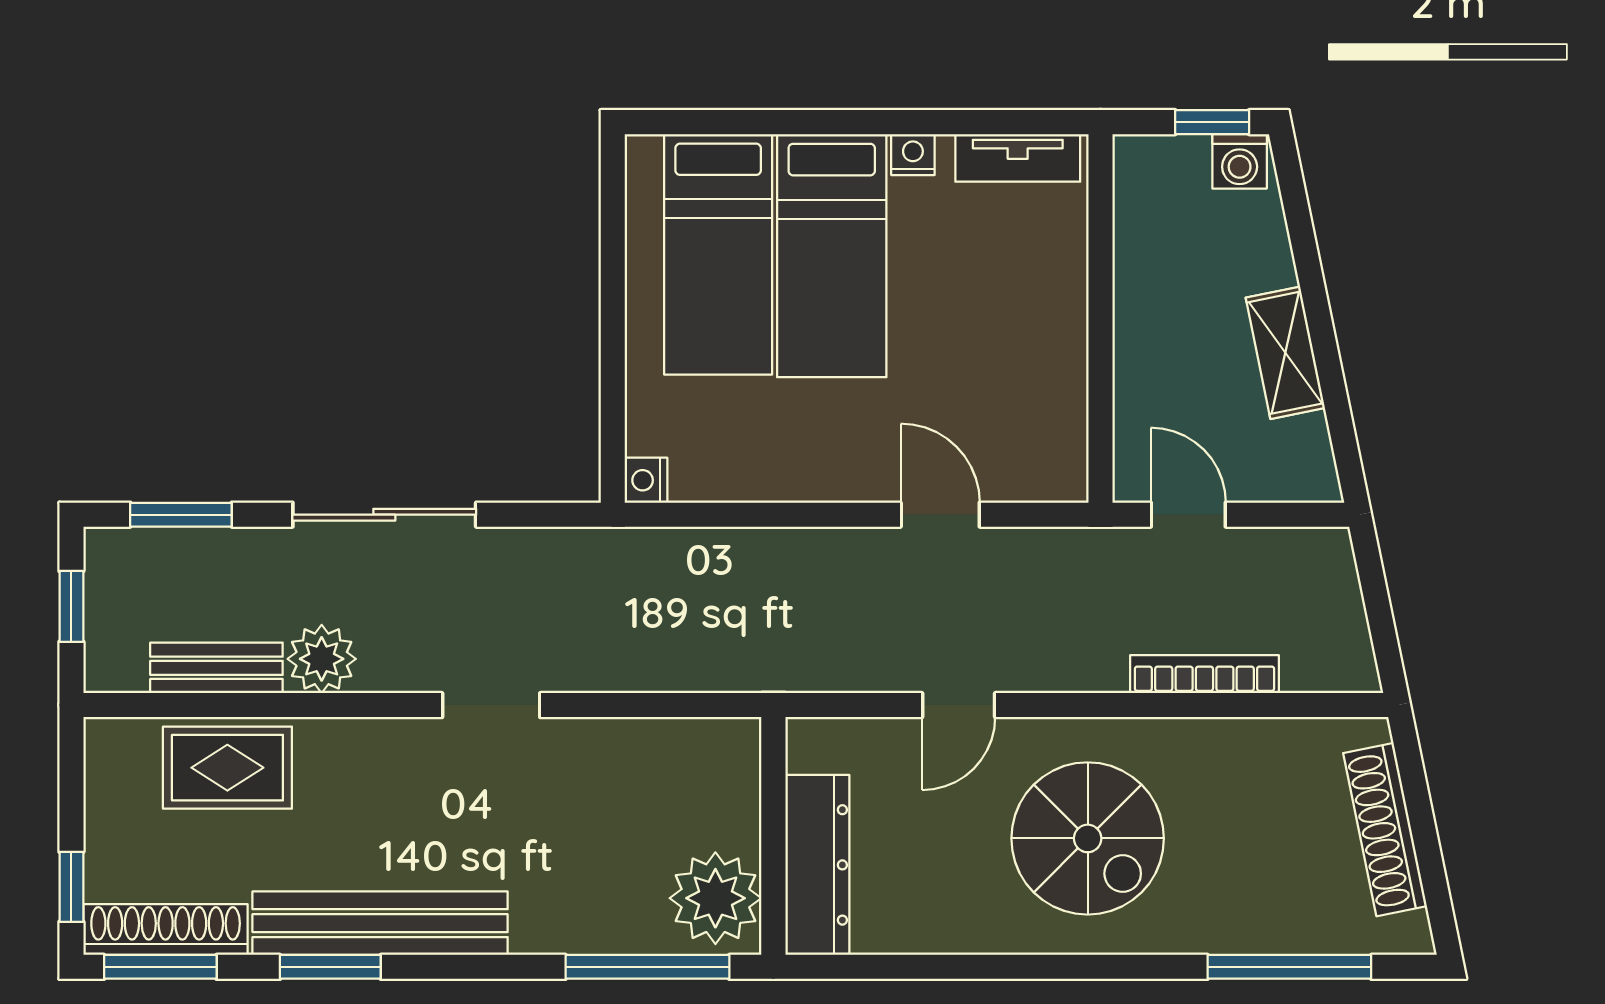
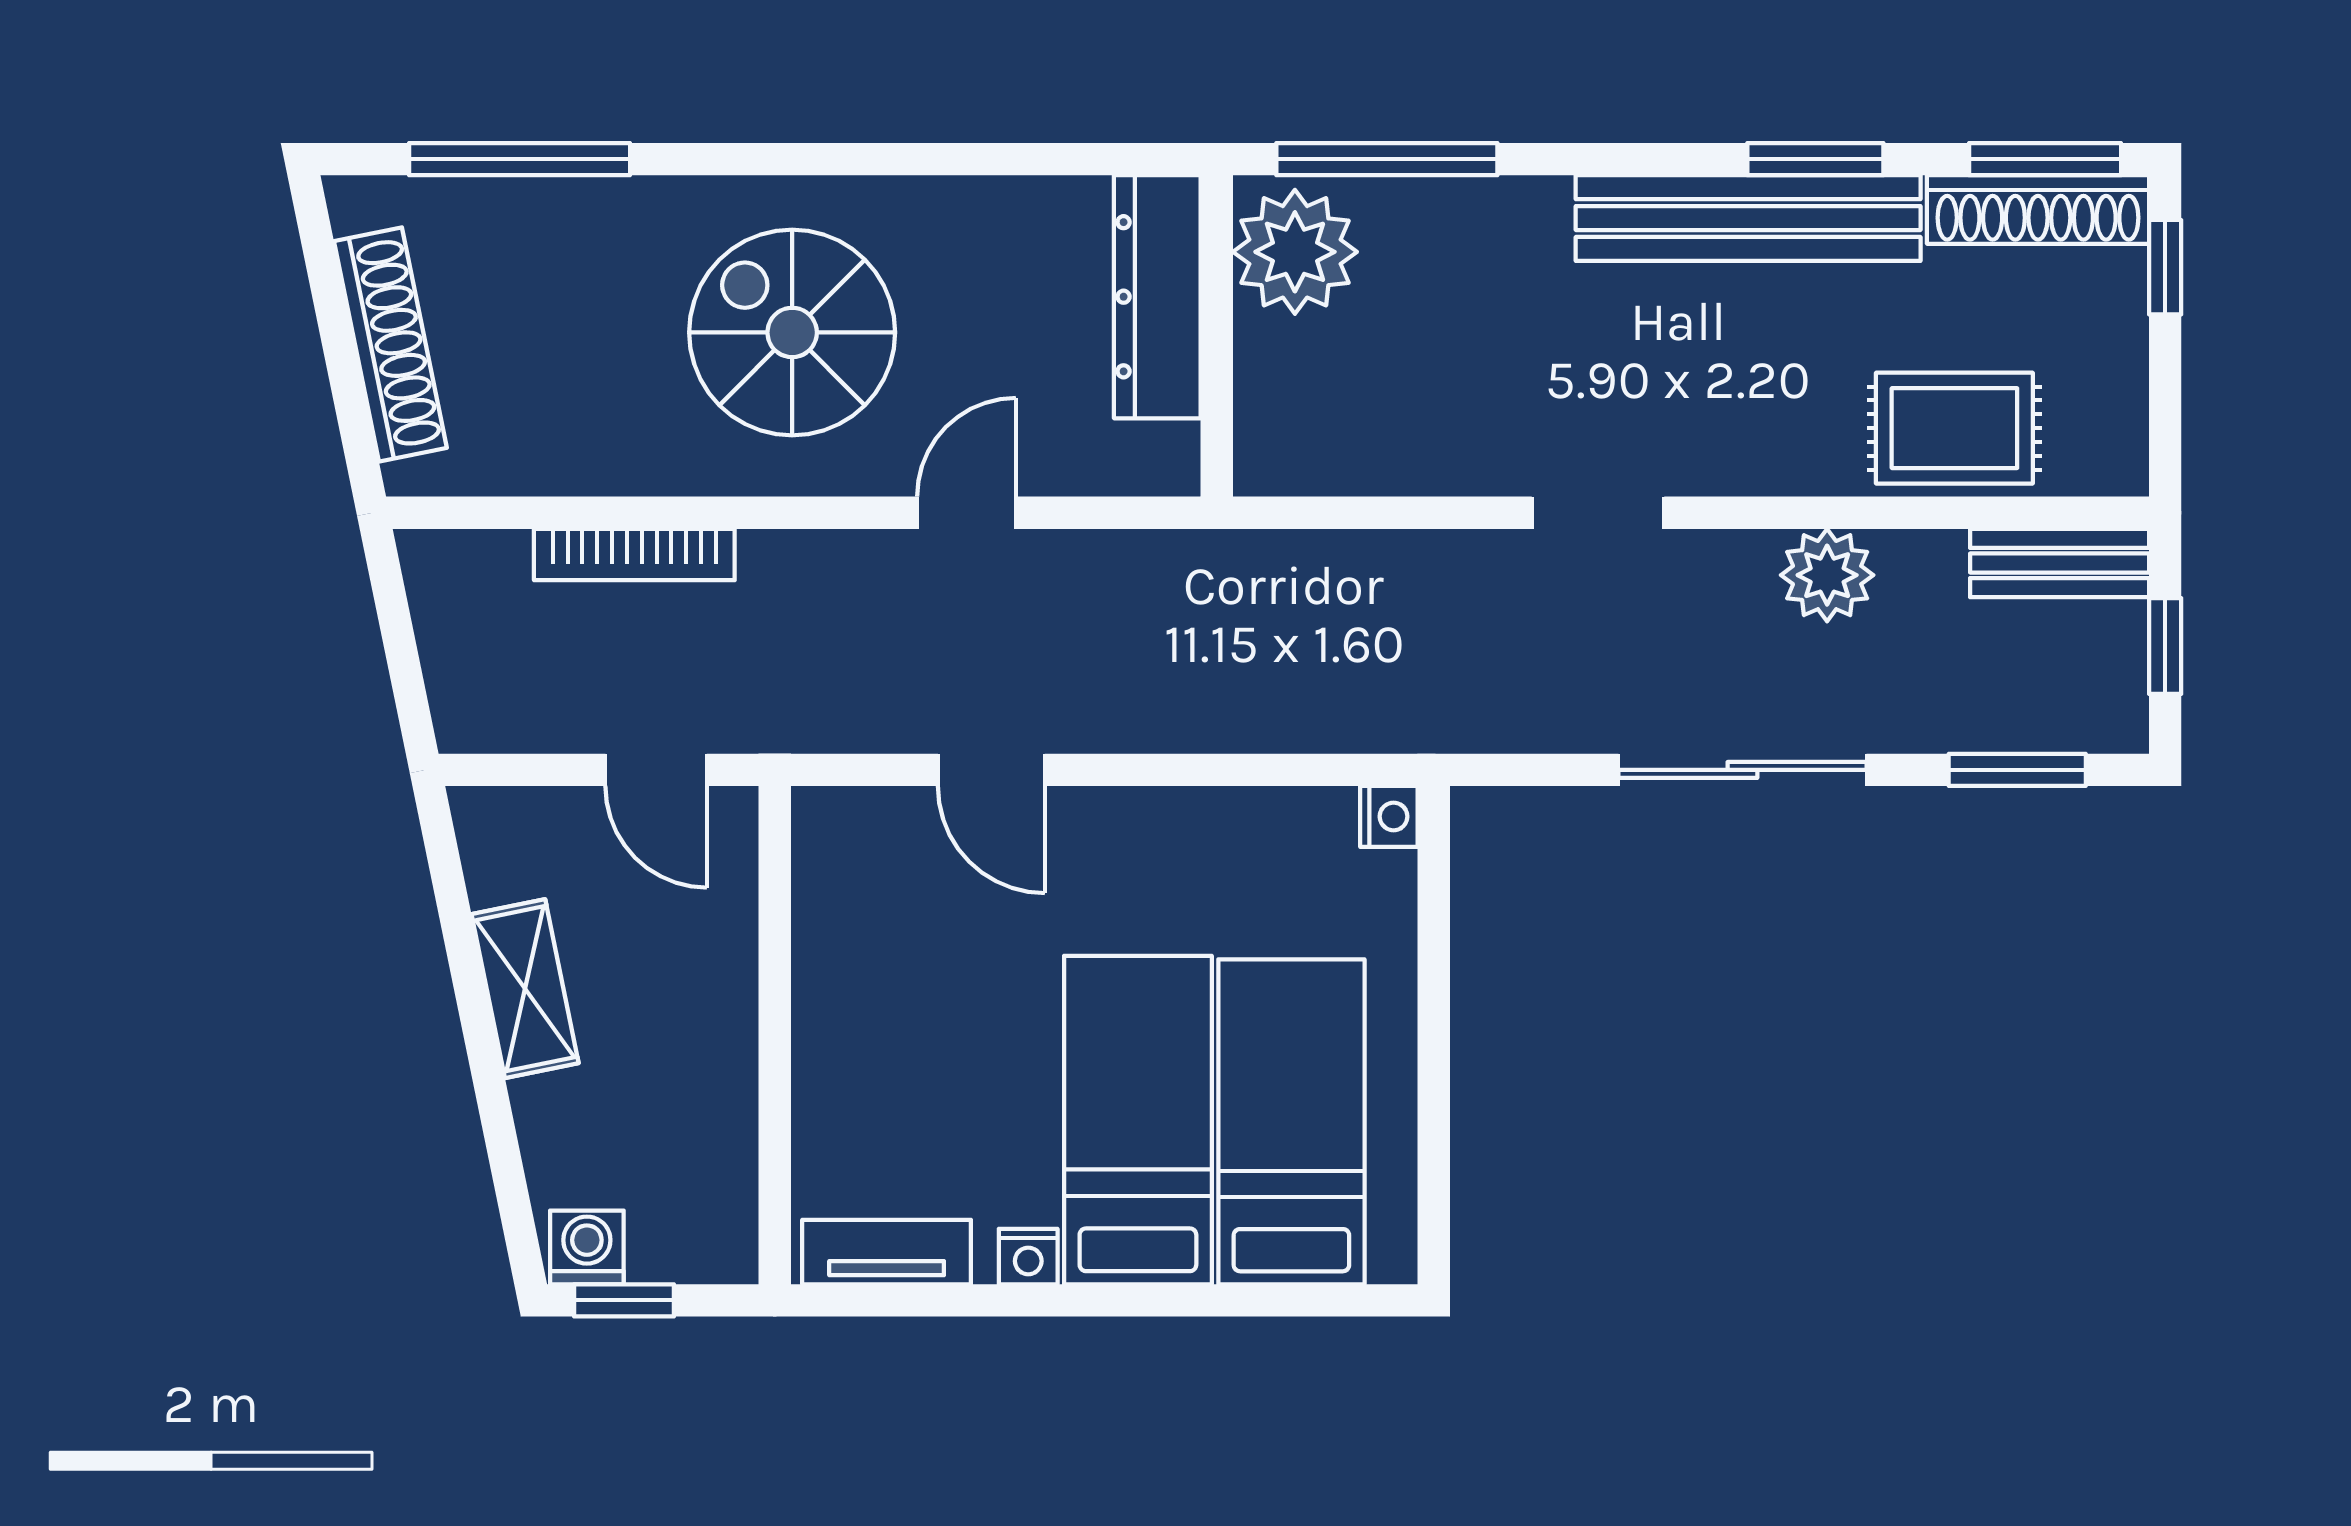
bench: (216, 668) -> (2060, 563), moved

